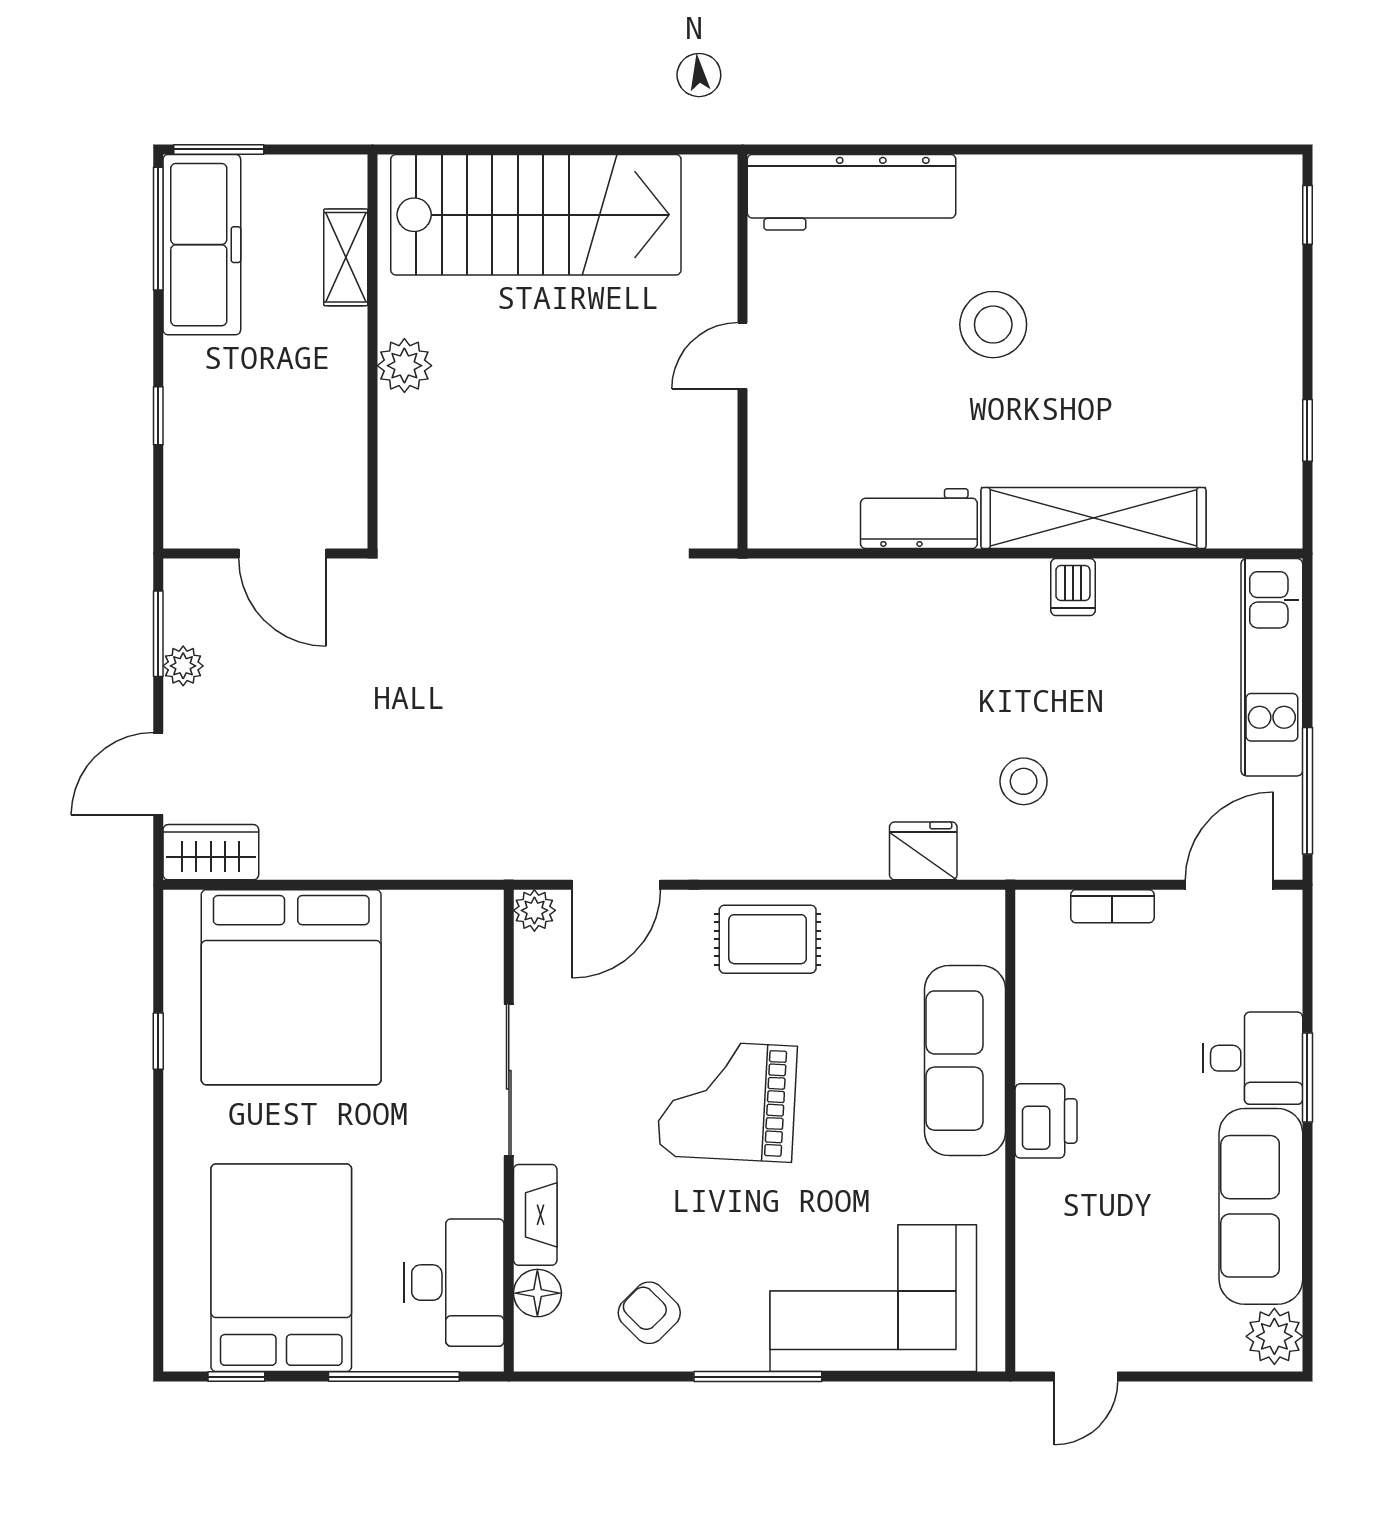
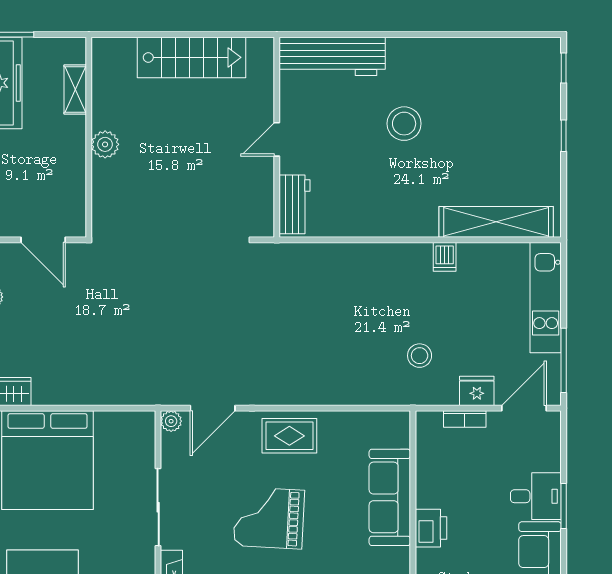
stairs: (536, 215) -> (191, 57), width x0.73, depth x0.66
window: (1307, 430) -> (564, 136), moved
shelving: (1093, 518) -> (496, 222), moved
workbench: (919, 519) -> (295, 204), moved, turned 90
fridge: (923, 851) -> (477, 391), moved

